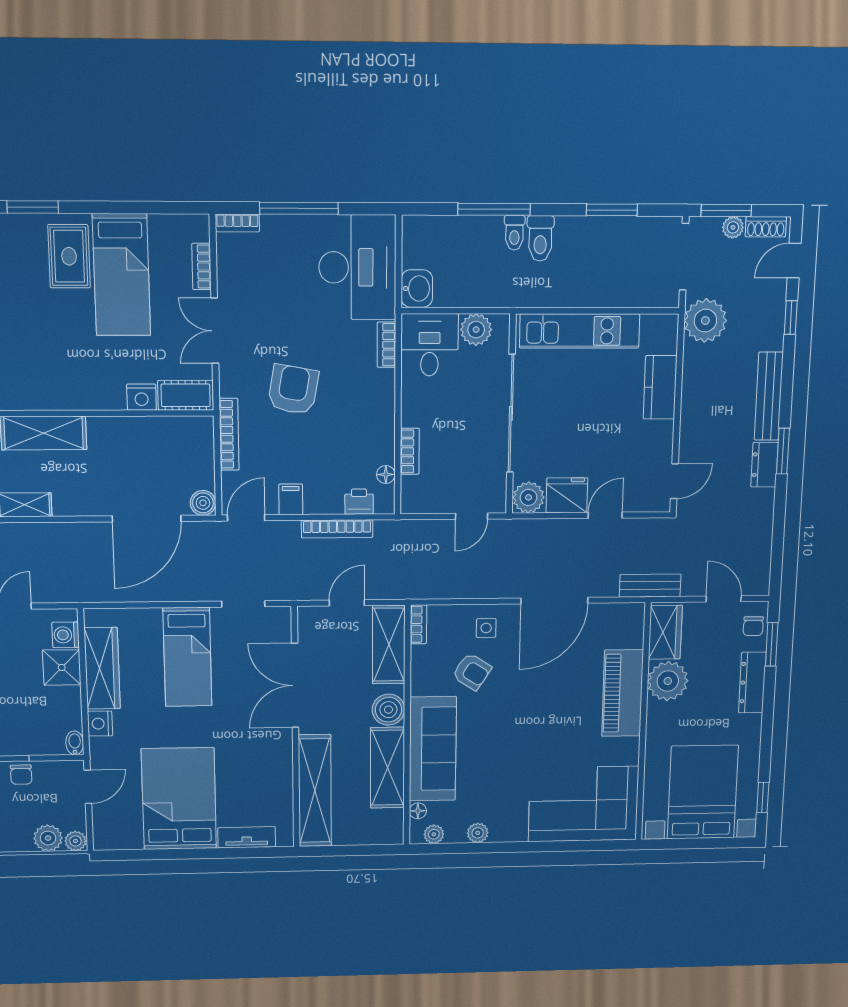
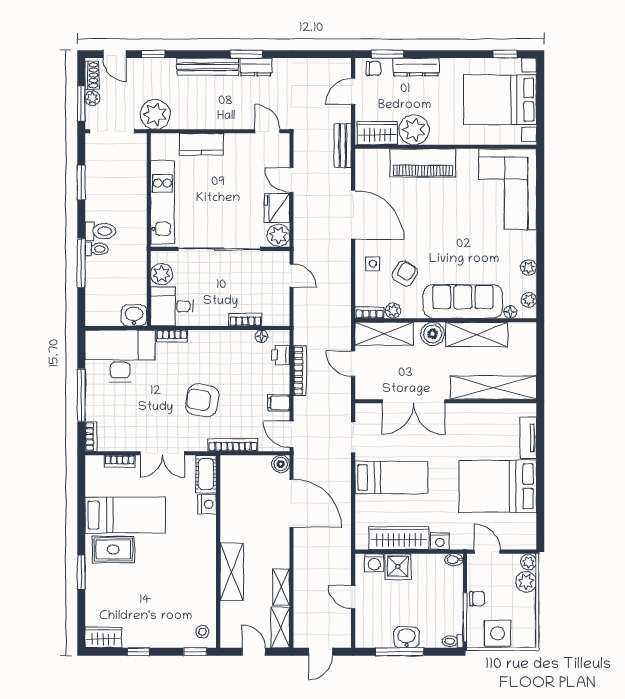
plant: (421, 656) -> (393, 311), added

